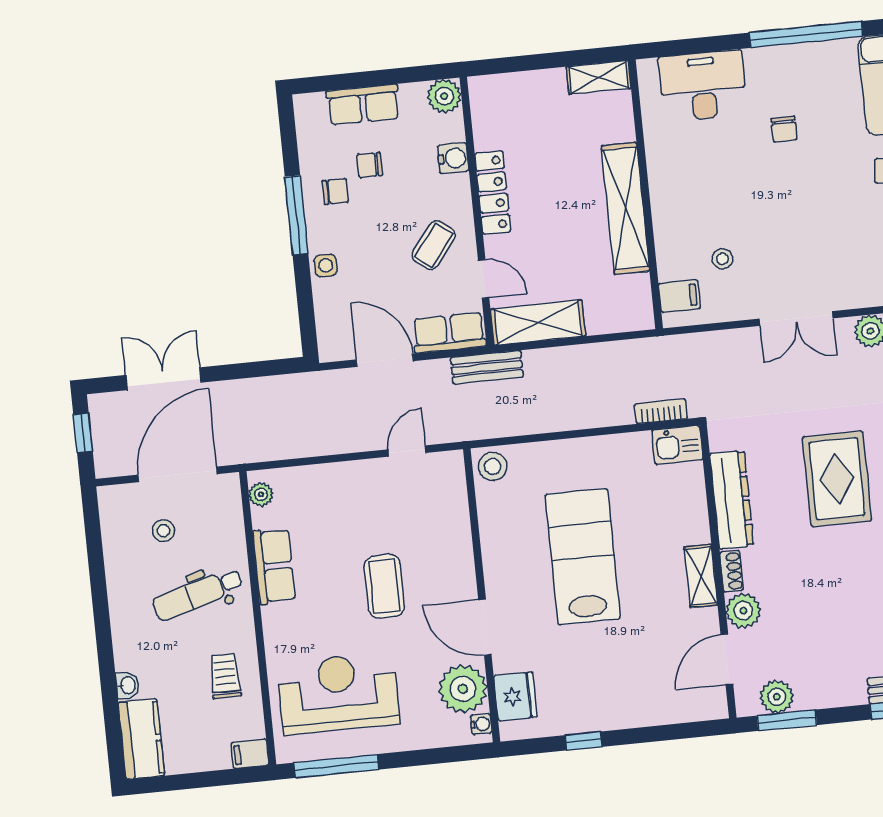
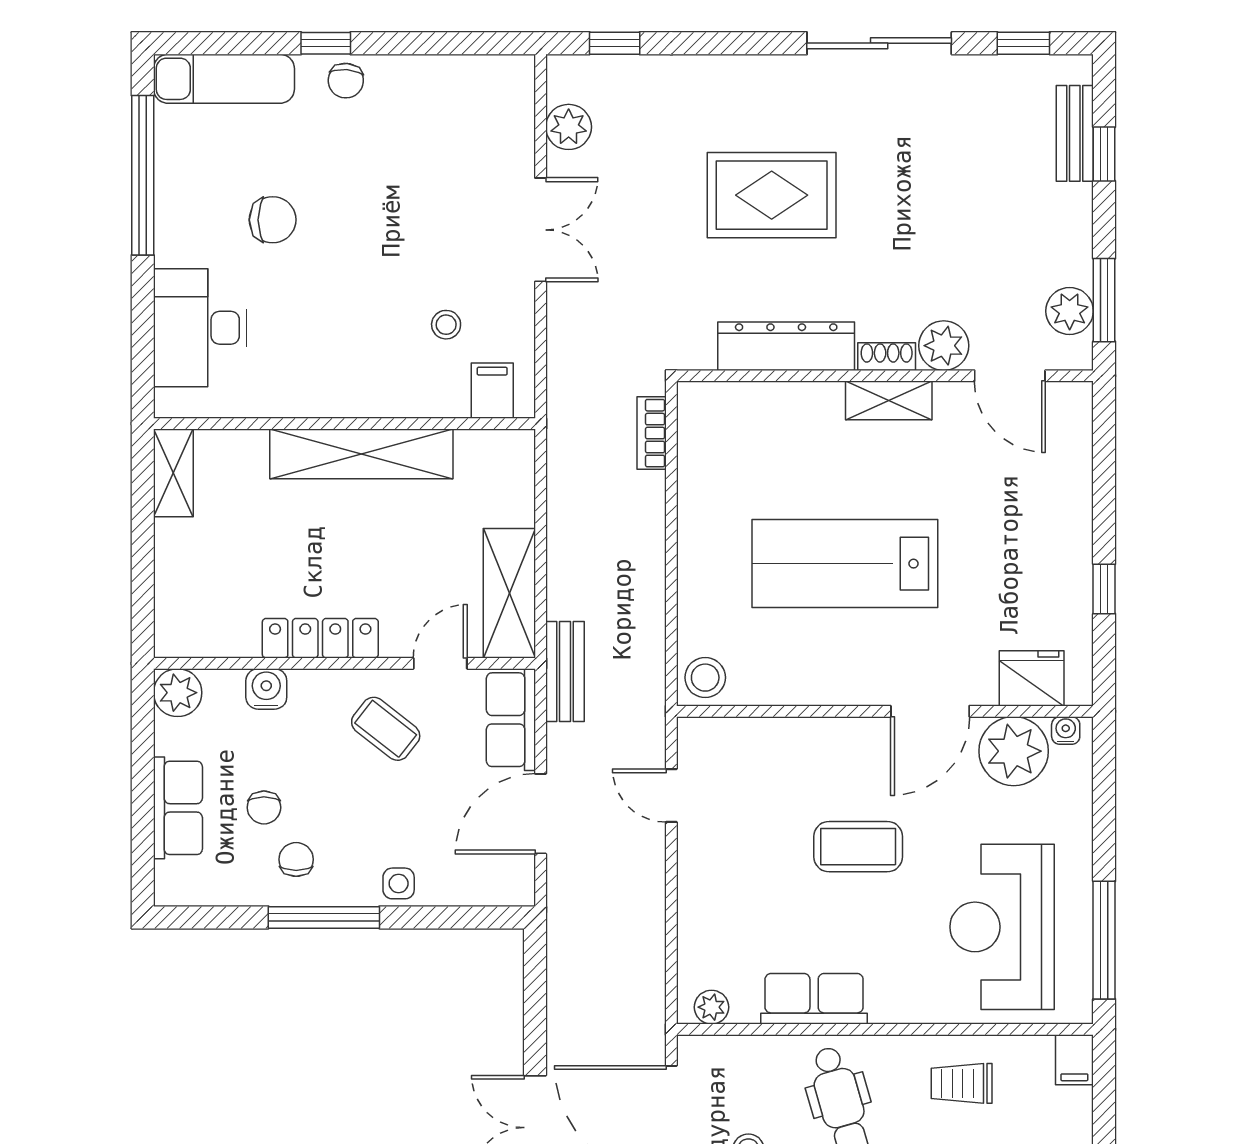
chair: (784, 129) -> (273, 220), width x1.37, depth x1.37
kitchen sink: (677, 445) -> (701, 415), removed

